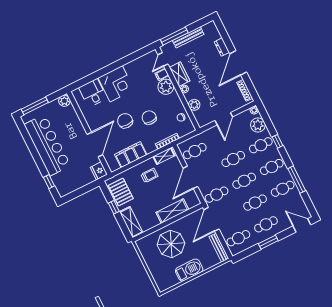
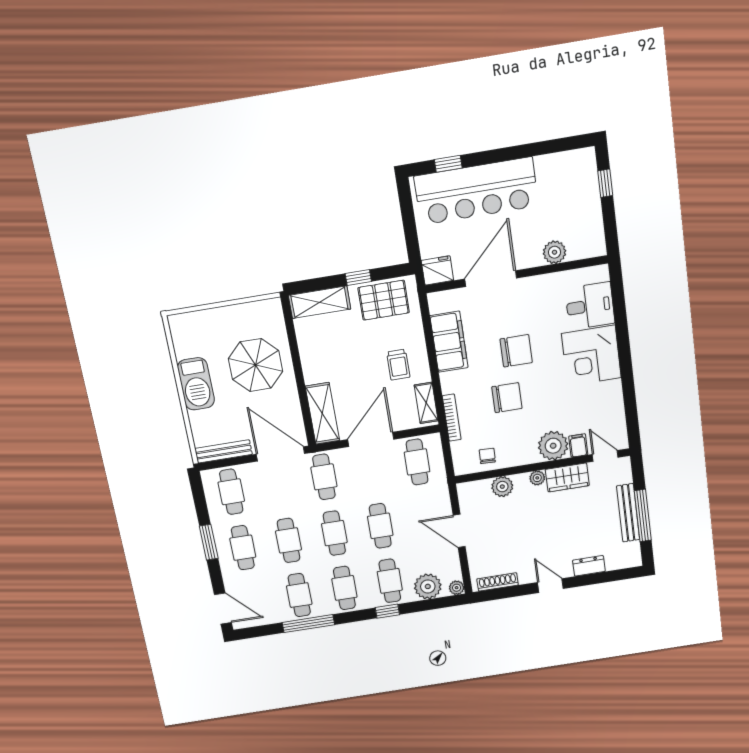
window: (174, 36) -> (643, 516), moved
door: (238, 63) -> (550, 586), width x0.53
plant: (64, 101) -> (555, 252), moved
window: (35, 106) -> (605, 183), width x0.46
bar counter: (47, 145) -> (476, 191), moved
door: (95, 145) -> (491, 279), swing flipped
door: (190, 177) -> (371, 439), hinge flipped
shelving: (172, 211) -> (322, 413), moved
door: (302, 225) -> (223, 609), hinge flipped

